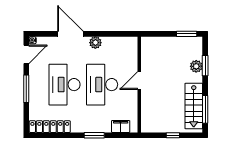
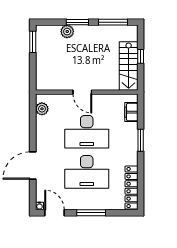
plant: (95, 43) -> (42, 109), moved
window: (205, 66) -> (77, 22), moved
stairs: (194, 106) -> (129, 66), moved, turned 90

